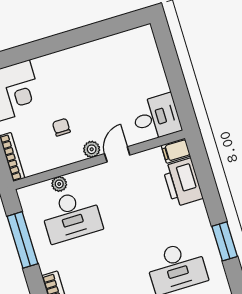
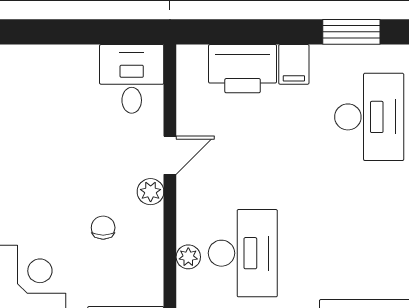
chair: (61, 127) -> (103, 228), turned 90
filing cabinet: (176, 151) -> (294, 64), moved
door: (117, 154) -> (170, 155), swing flipped

